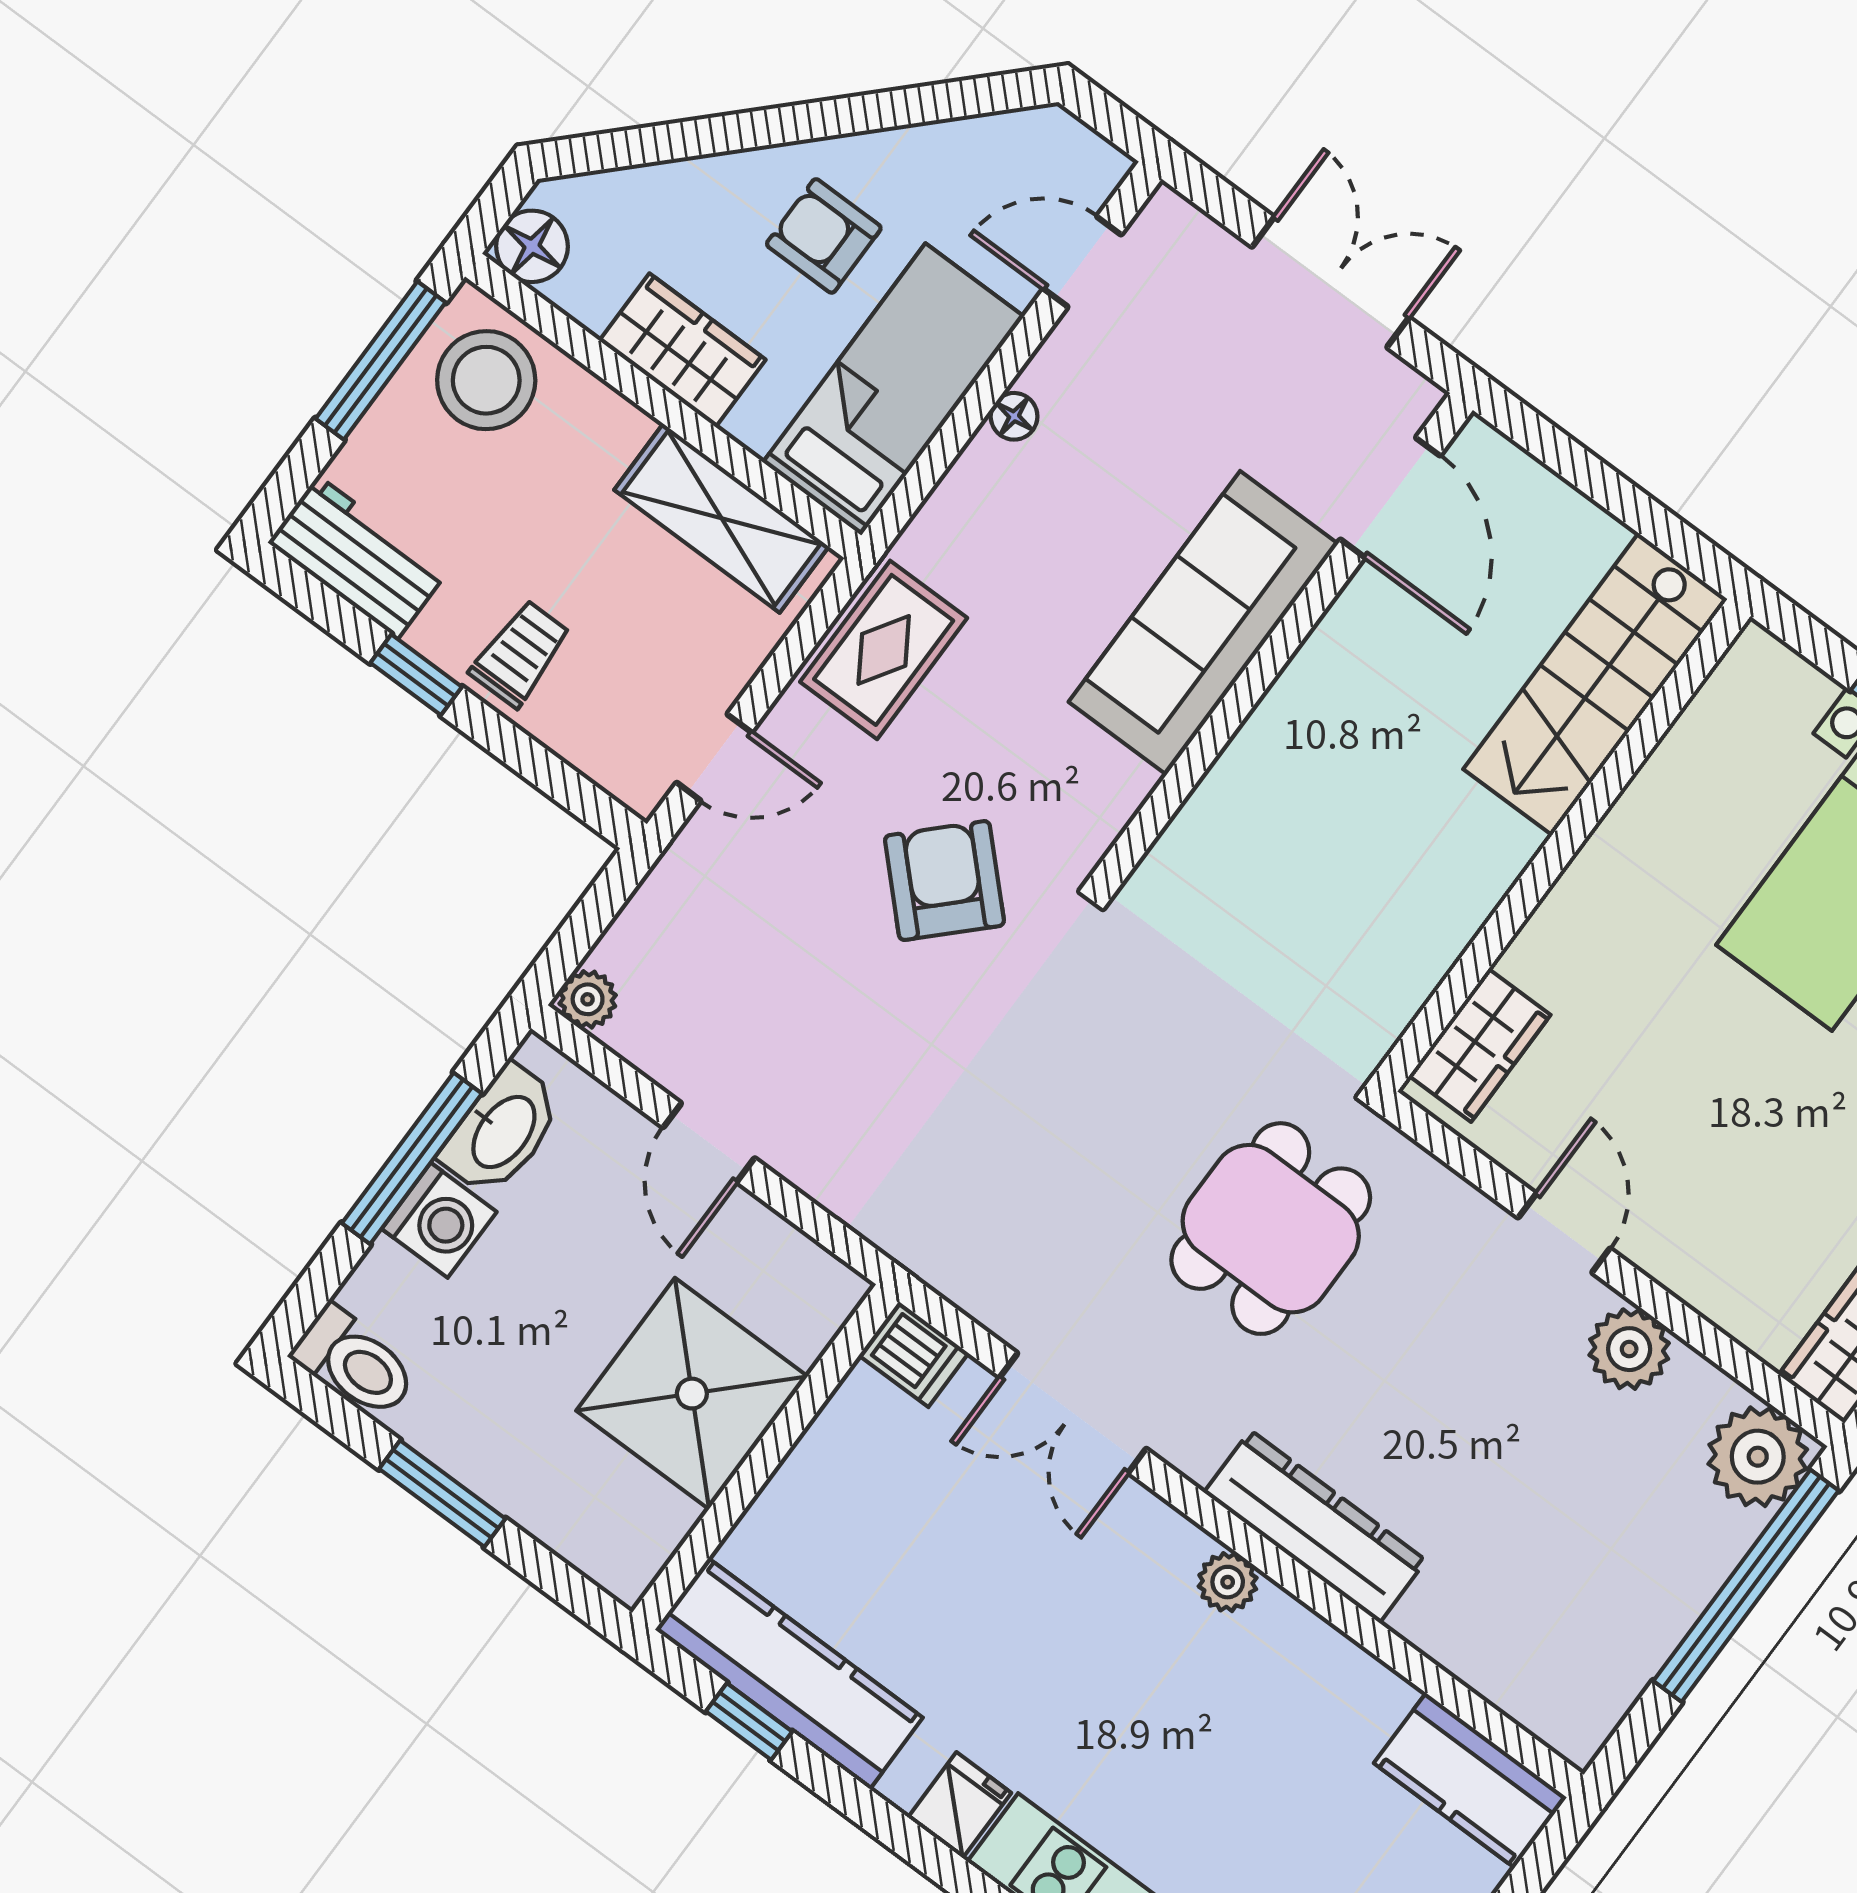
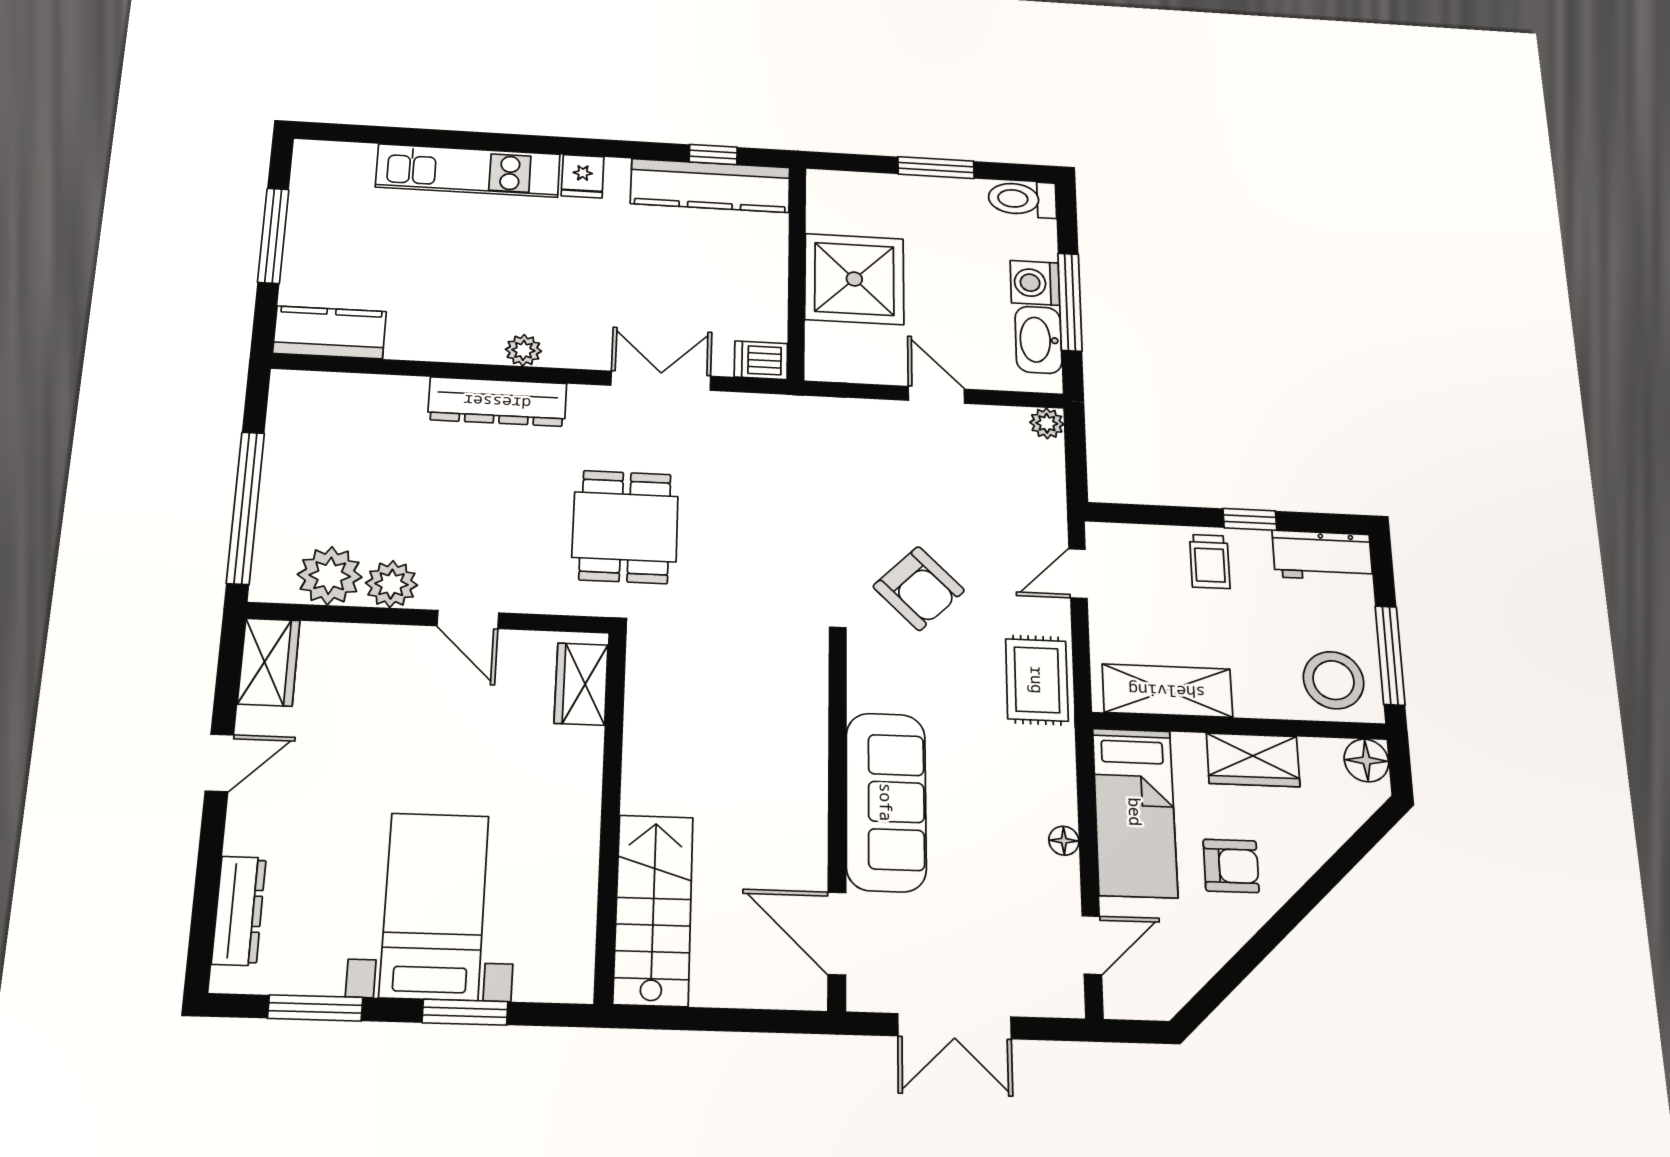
plant: (1758, 1457) -> (330, 576), moved

